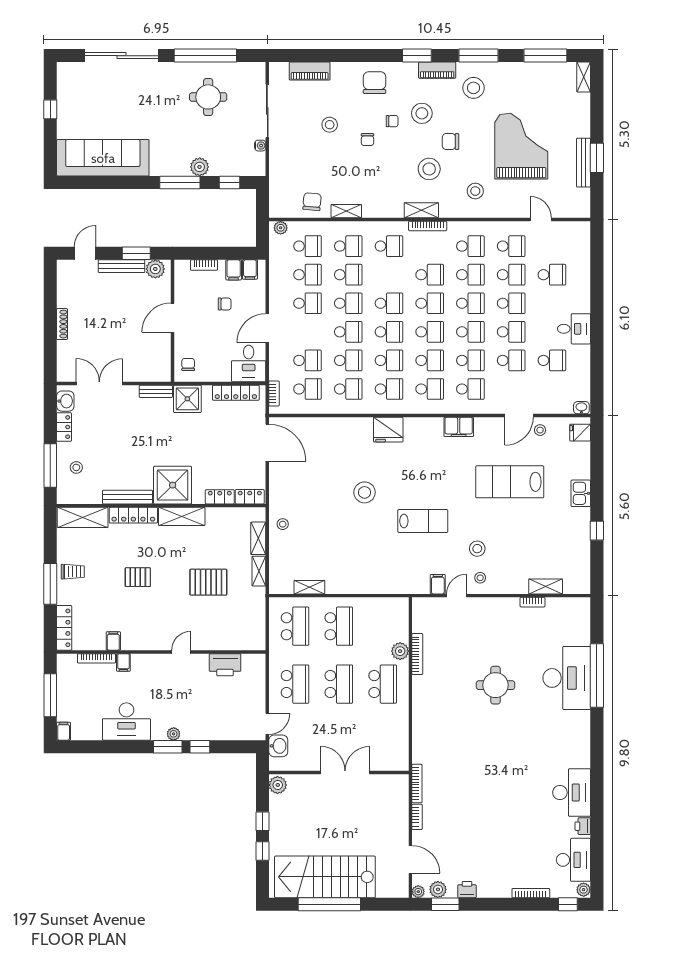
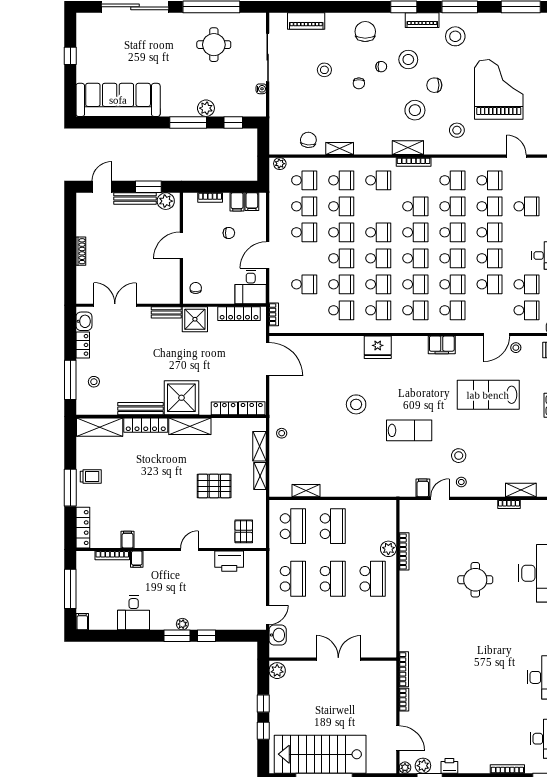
school desk: (307, 389) -> (527, 310), moved
pallet: (138, 577) -> (244, 531), moved, turned 90
desk: (126, 722) -> (134, 613), width x0.73

